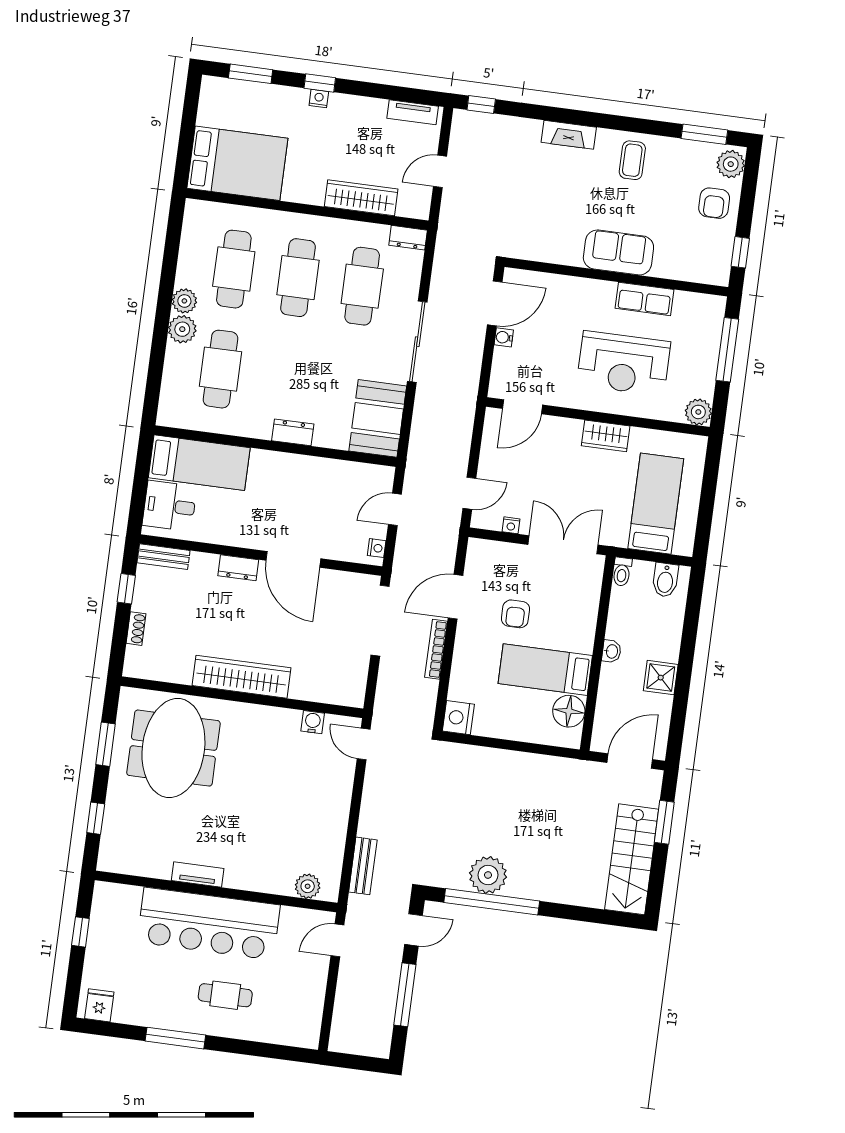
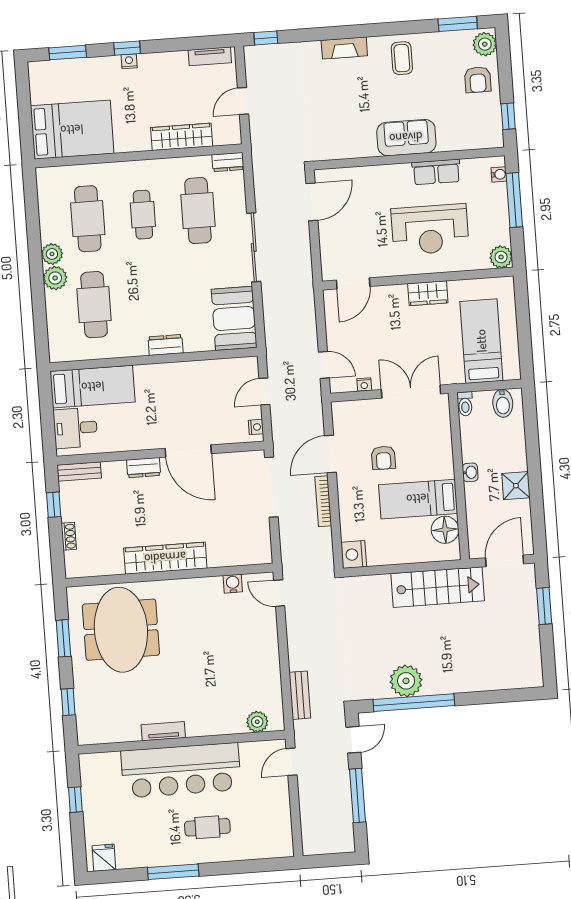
cafe table: (298, 278) -> (143, 215), width x0.73, depth x0.74
water cooler: (504, 337) -> (499, 174), moved, turned 180
door: (469, 493) -> (324, 365), hinge flipped
stairs: (632, 859) -> (438, 587), moved, turned -90

